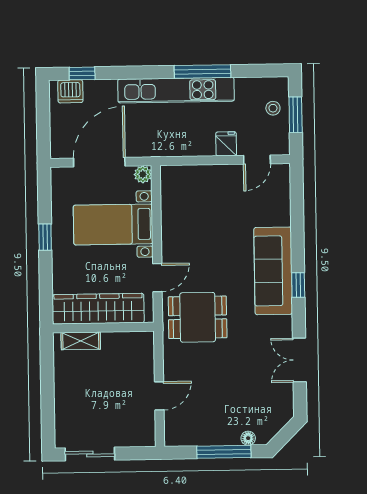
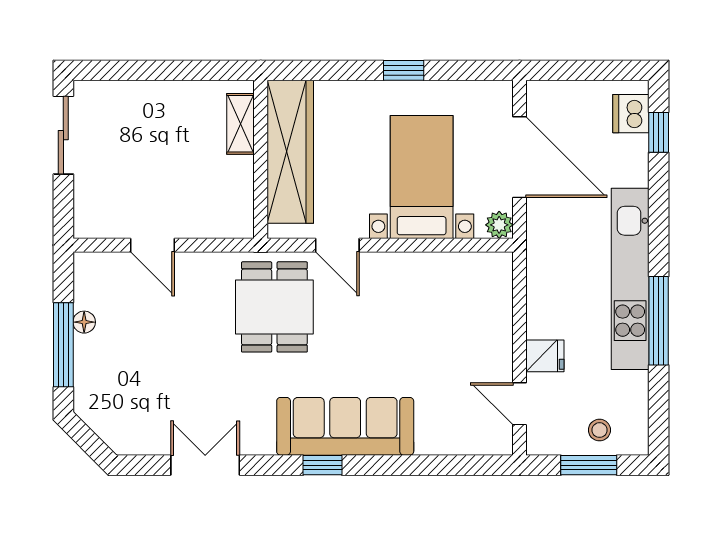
floor lamp: (248, 438) -> (84, 322), moved

